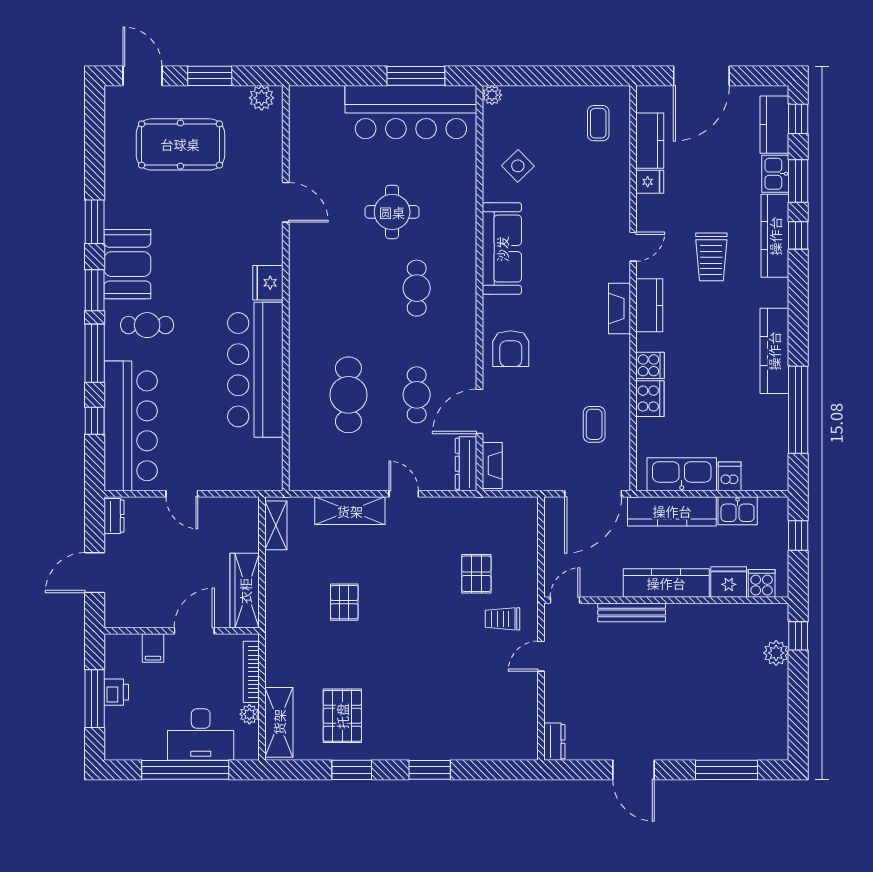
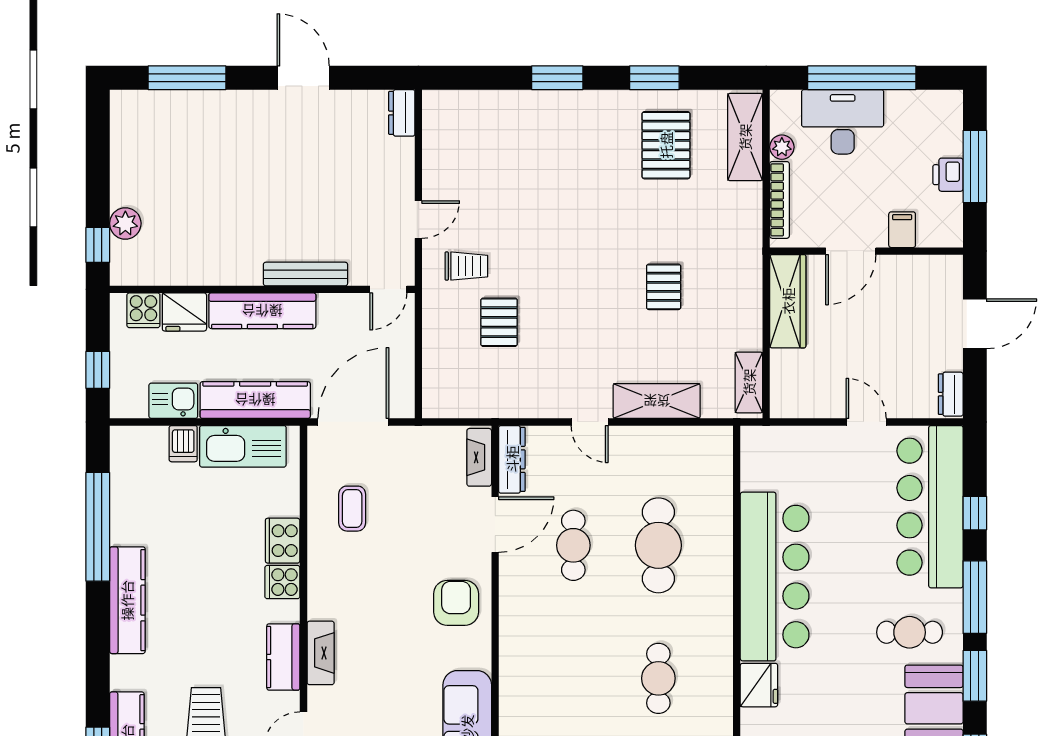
cafe table: (417, 288) -> (658, 678), moved

